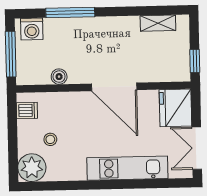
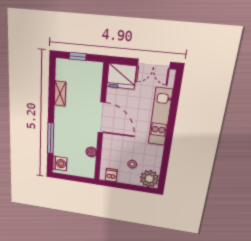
shelving: (158, 23) -> (60, 94), moved
window: (11, 54) -> (74, 178), removed
window: (195, 61) -> (78, 56), moved
door: (114, 87) -> (102, 117), hinge flipped

